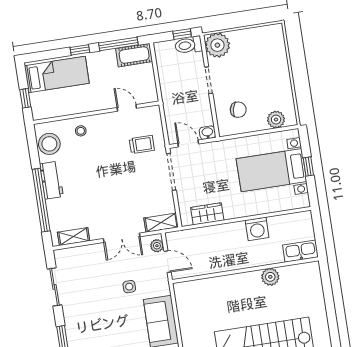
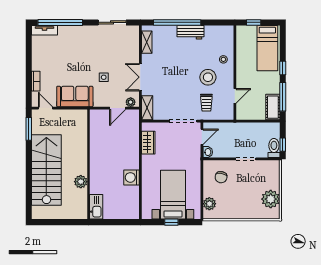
plant: (217, 45) -> (271, 199), moved
stool: (49, 144) -> (208, 77), moved
kitchen sink: (300, 251) -> (96, 207), moved
wall: (245, 270) -> (88, 164), moved
plant: (270, 277) -> (81, 182), moved

